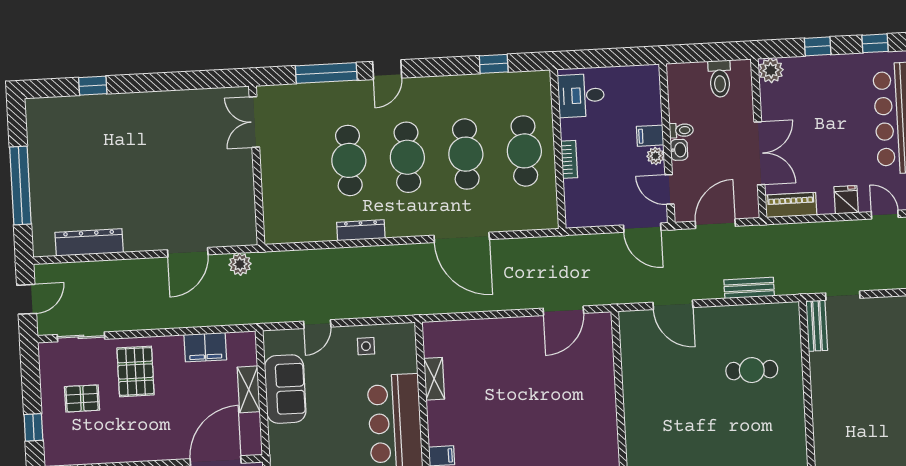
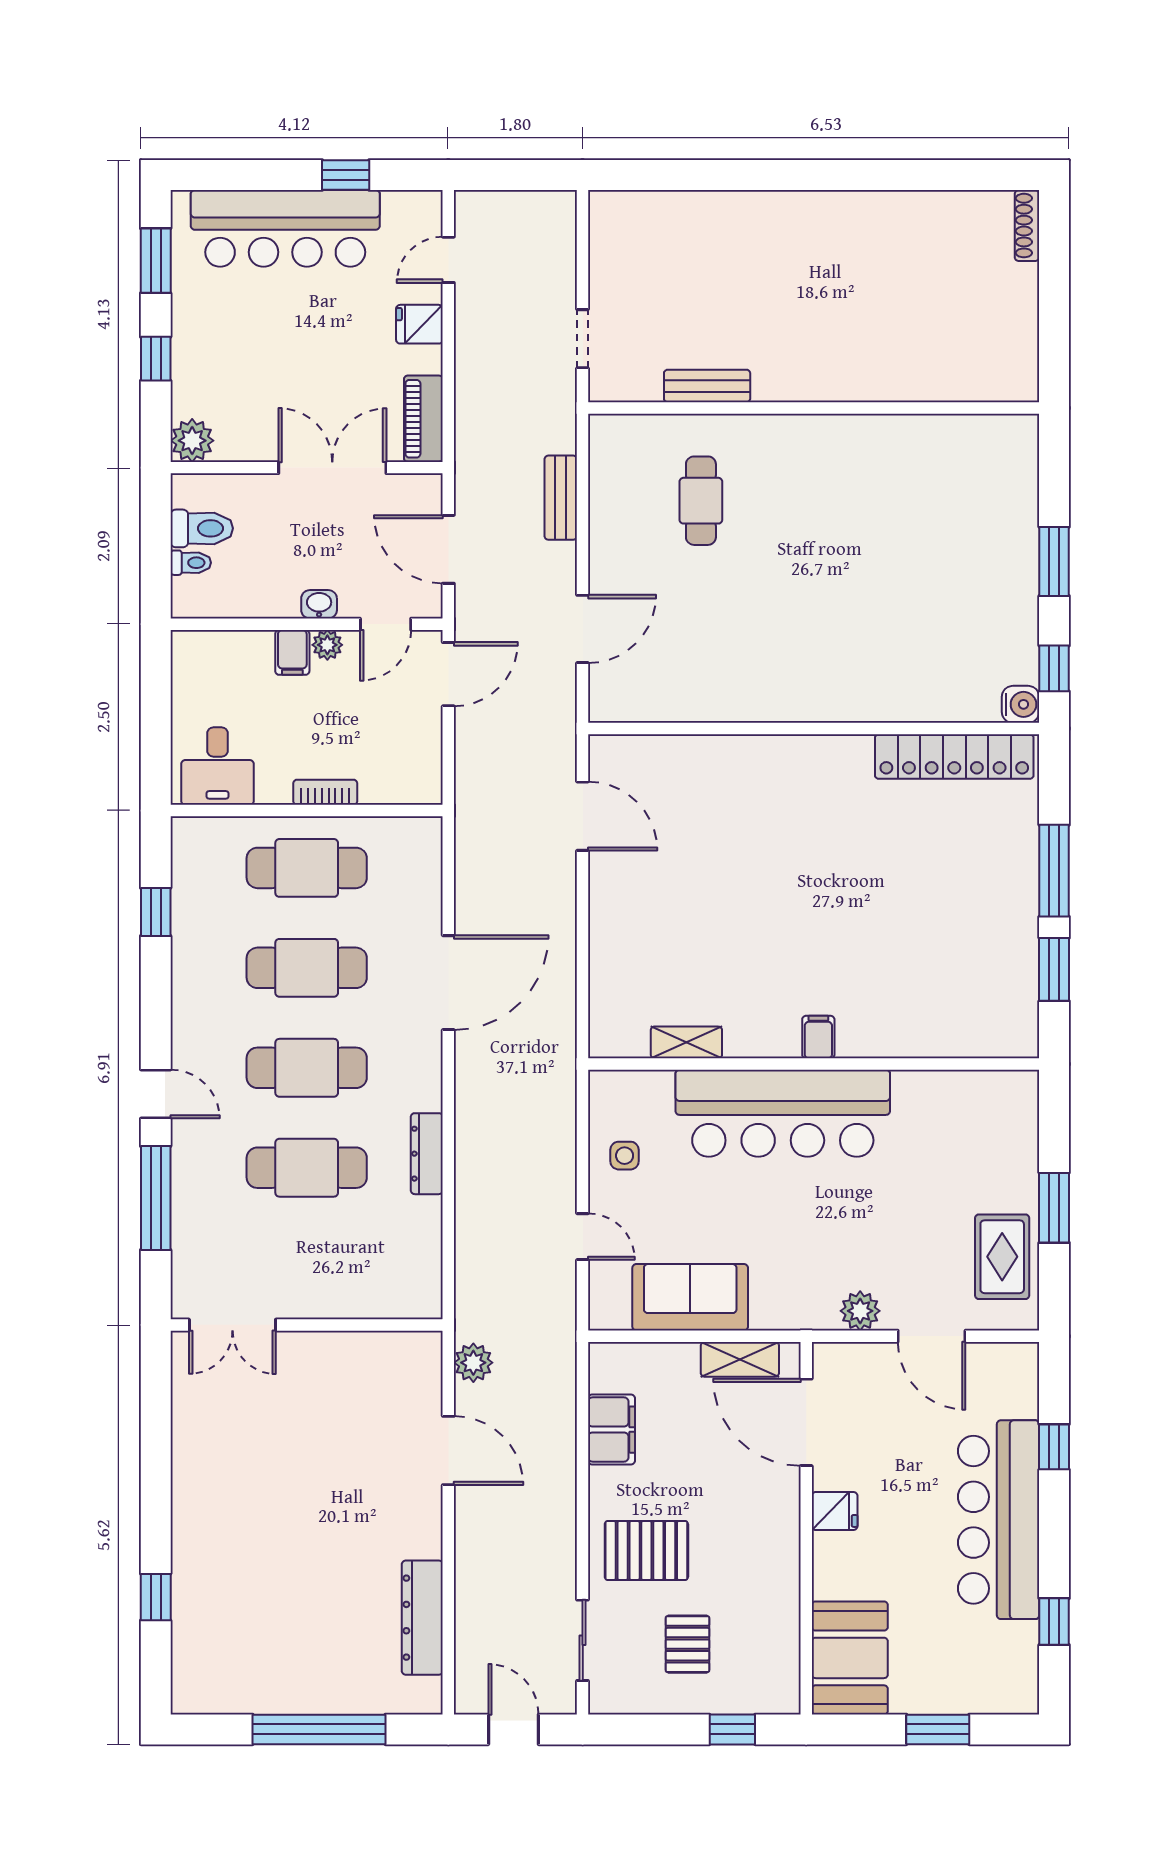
window: (875, 43) -> (156, 261), width x1.50
toilet: (681, 130) -> (191, 563), moved, turned 90
bench: (817, 326) -> (707, 386), moved
shelving: (249, 389) -> (740, 1359), moved

